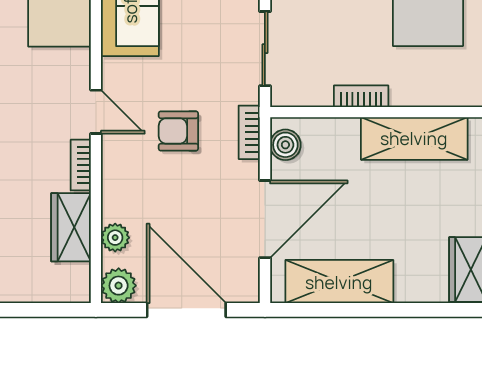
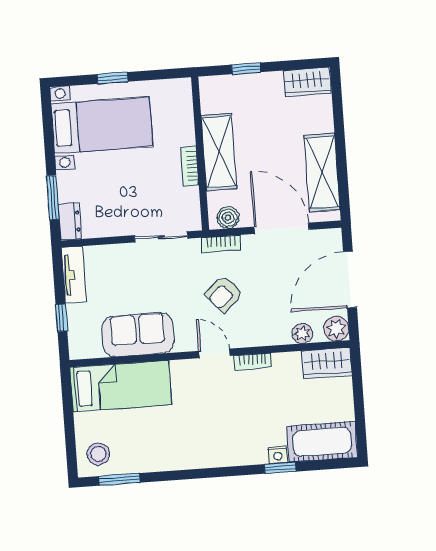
door: (96, 112) -> (214, 353), hinge flipped
armchair: (178, 131) -> (224, 294), turned 49
shelving: (414, 138) -> (219, 152), moved
wardrobe: (71, 227) -> (327, 363), moved

